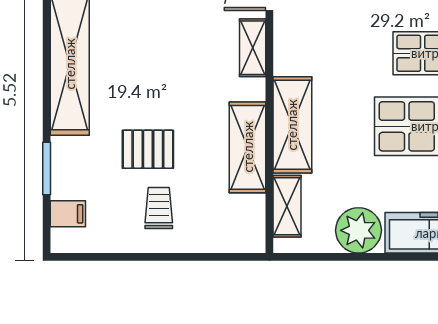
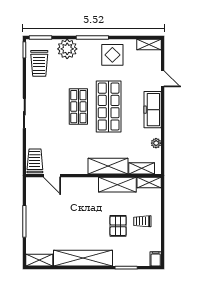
shelving: (253, 48) -> (149, 183), moved
filing cabinet: (68, 214) -> (156, 259), moved
plant: (358, 230) -> (156, 143), width x0.53, depth x0.53

